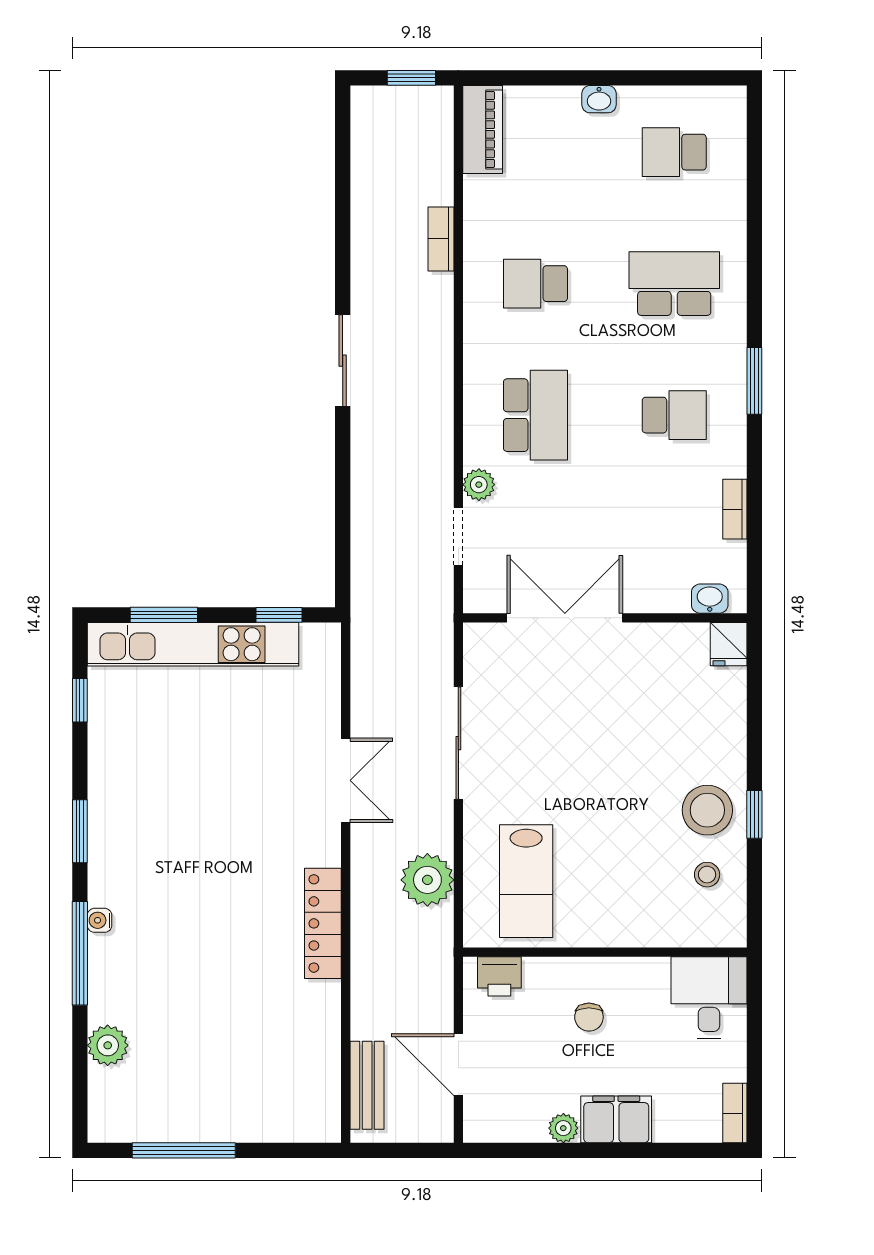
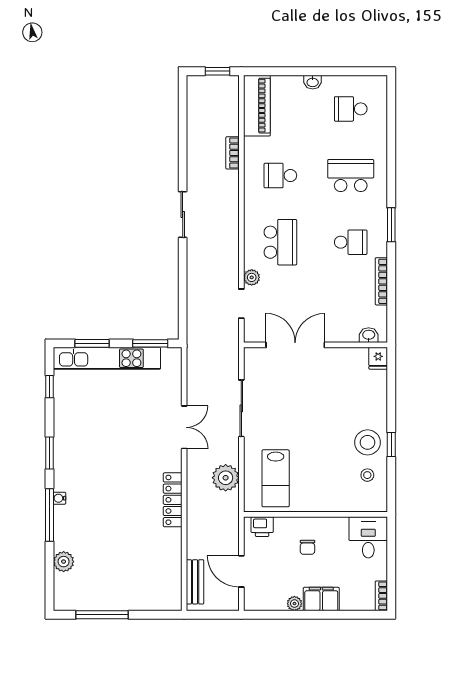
piano: (483, 129) -> (257, 106), width x1.37, depth x1.33
bookcase: (735, 509) -> (381, 281), width x1.56
window: (279, 615) -> (150, 343), width x1.50

